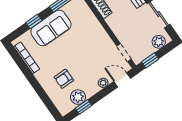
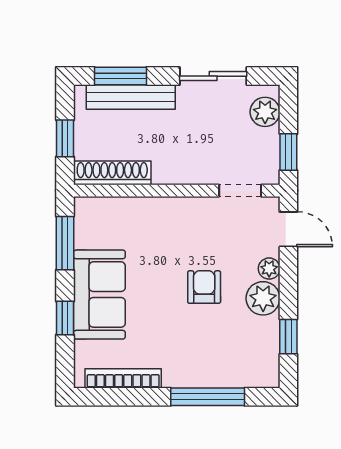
armchair: (64, 79) -> (204, 287), moved, turned 180
door: (122, 80) -> (288, 229), swing flipped
window: (41, 93) -> (208, 397), added
plant: (78, 97) -> (263, 298), moved

